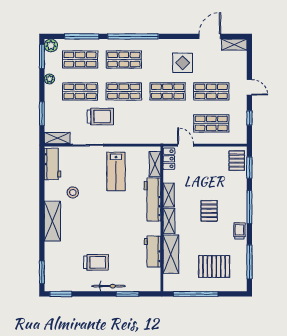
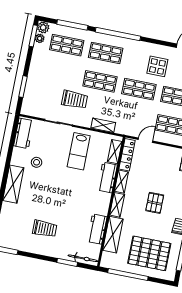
plant: (49, 79) -> (40, 38), moved
shop shelf: (80, 91) -> (61, 74), removed
shelving: (57, 138) -> (103, 125), moved
door: (186, 145) -> (145, 140), hinge flipped
locker: (169, 159) -> (127, 155), width x1.53
workbench: (153, 200) -> (107, 177), width x0.73
pallet: (214, 266) -> (149, 253), width x1.37, depth x1.41
bicycle: (109, 286) -> (83, 258), moved

